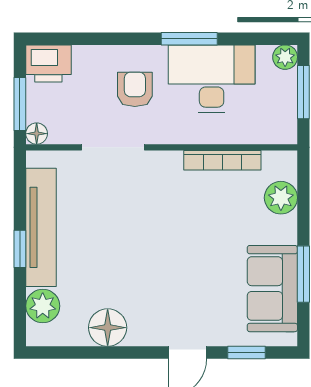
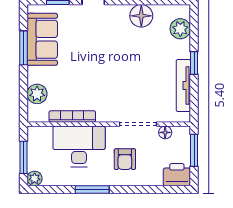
desk: (212, 79) -> (79, 146), moved, turned 180
floor lamp: (37, 134) -> (165, 132), moved
tv unit: (41, 227) -> (183, 86), width x0.73, depth x0.78

